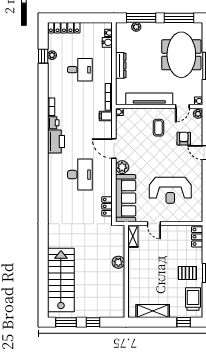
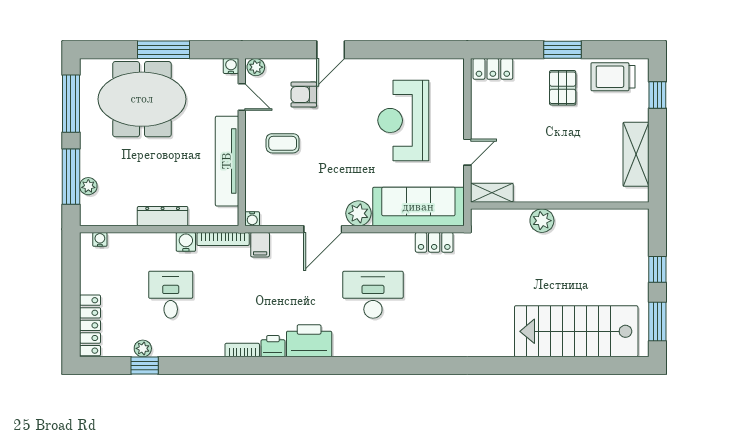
water cooler: (107, 42) -> (186, 242), moved
reception desk: (170, 190) -> (403, 120), turned 180

